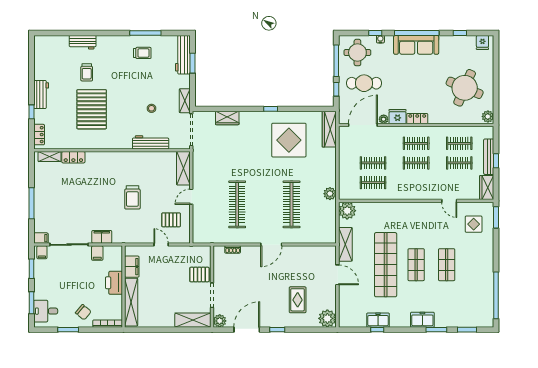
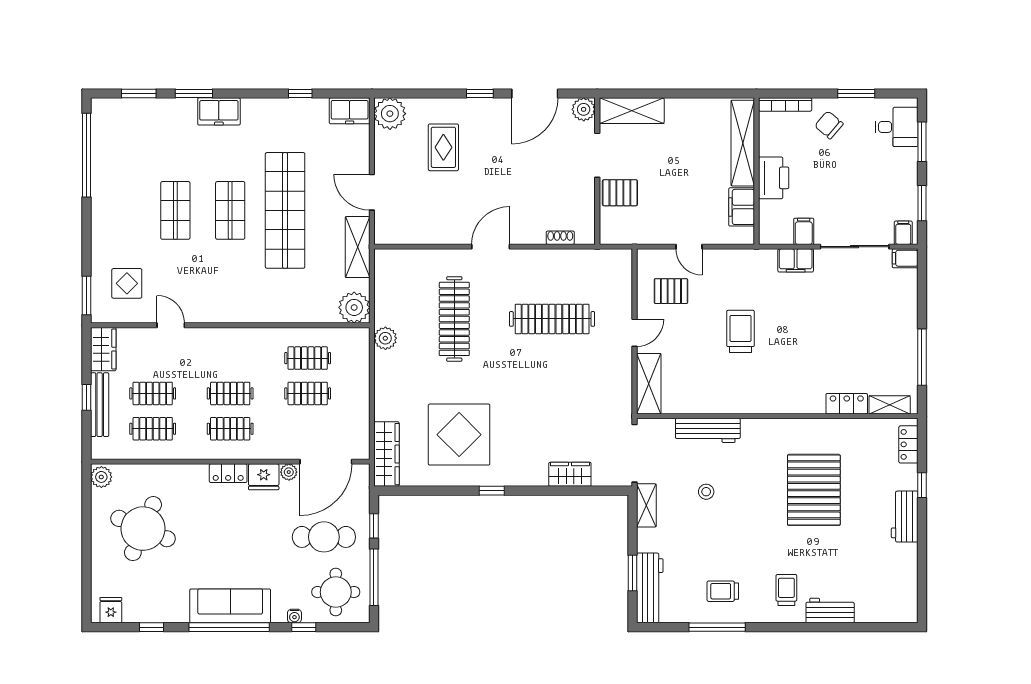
trolley: (87, 72) -> (786, 590), moved
window: (32, 203) -> (922, 357), moved
clothes rail: (237, 204) -> (552, 319), turned 90
freezer: (378, 320) -> (350, 111), moved

